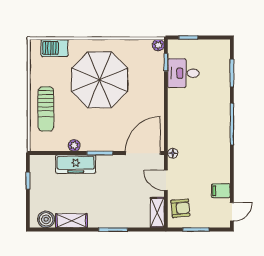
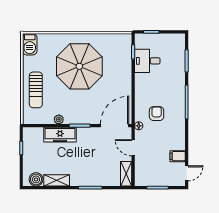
plant: (158, 45) -> (127, 38), removed
barbecue: (55, 48) -> (30, 44), moved, turned -90
armchair: (180, 208) -> (157, 114), moved, turned -85

